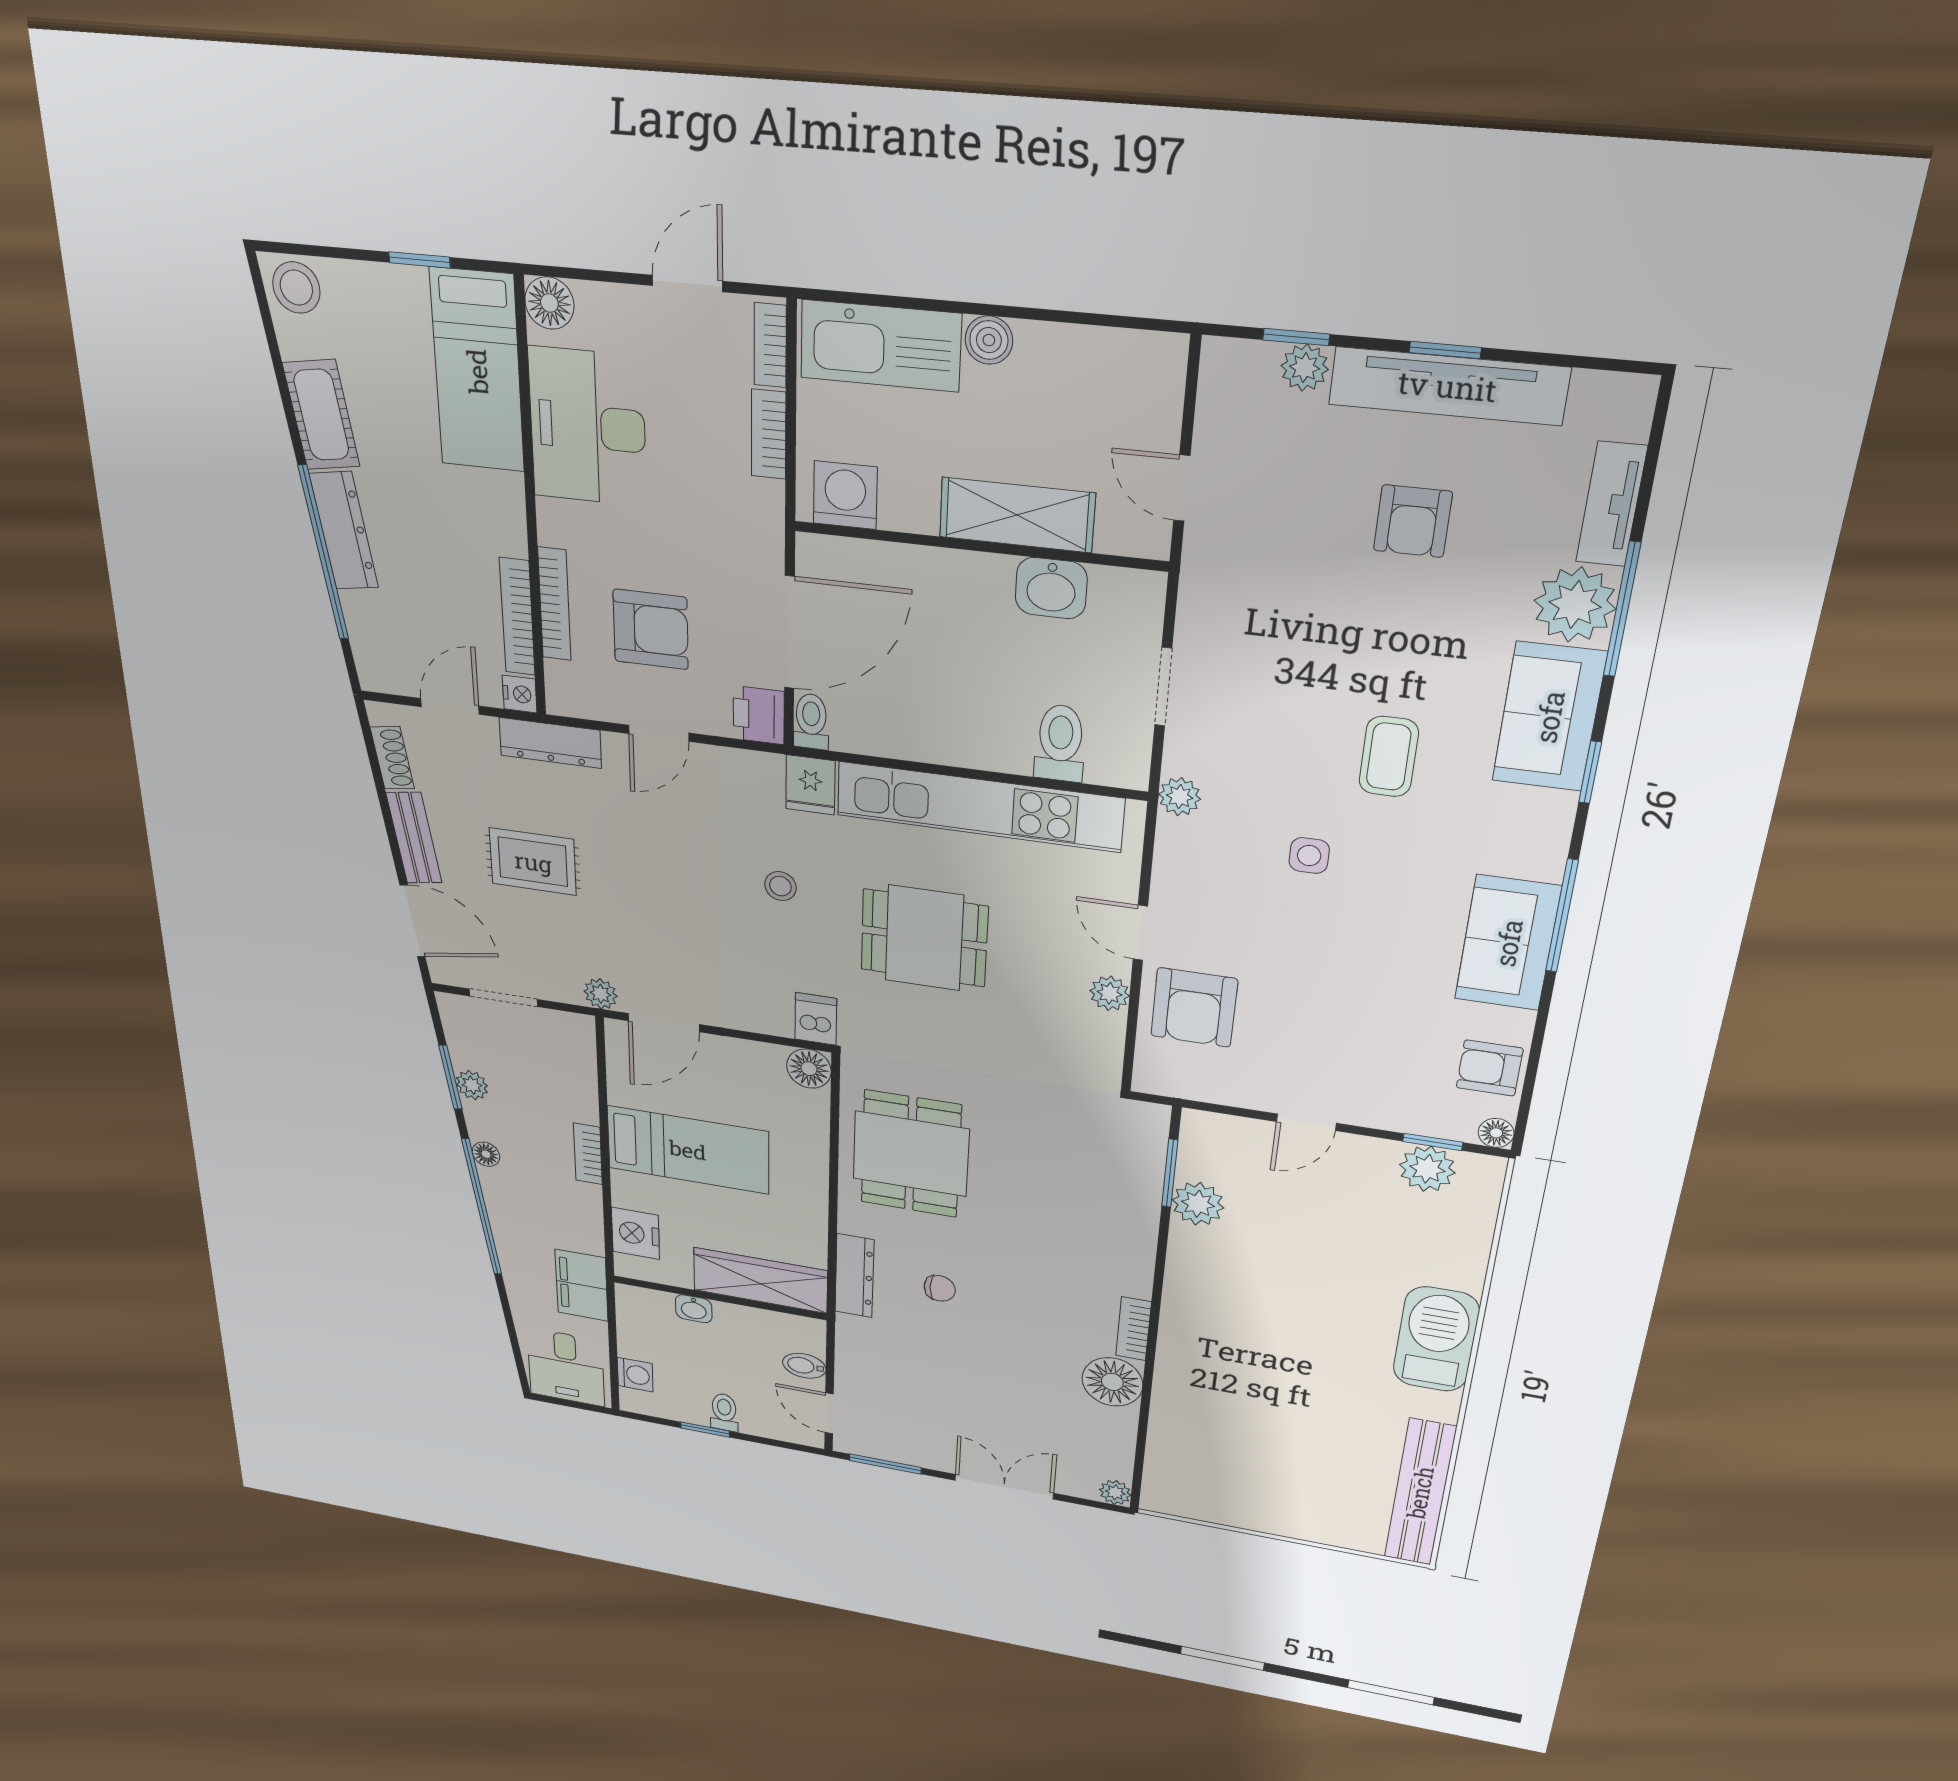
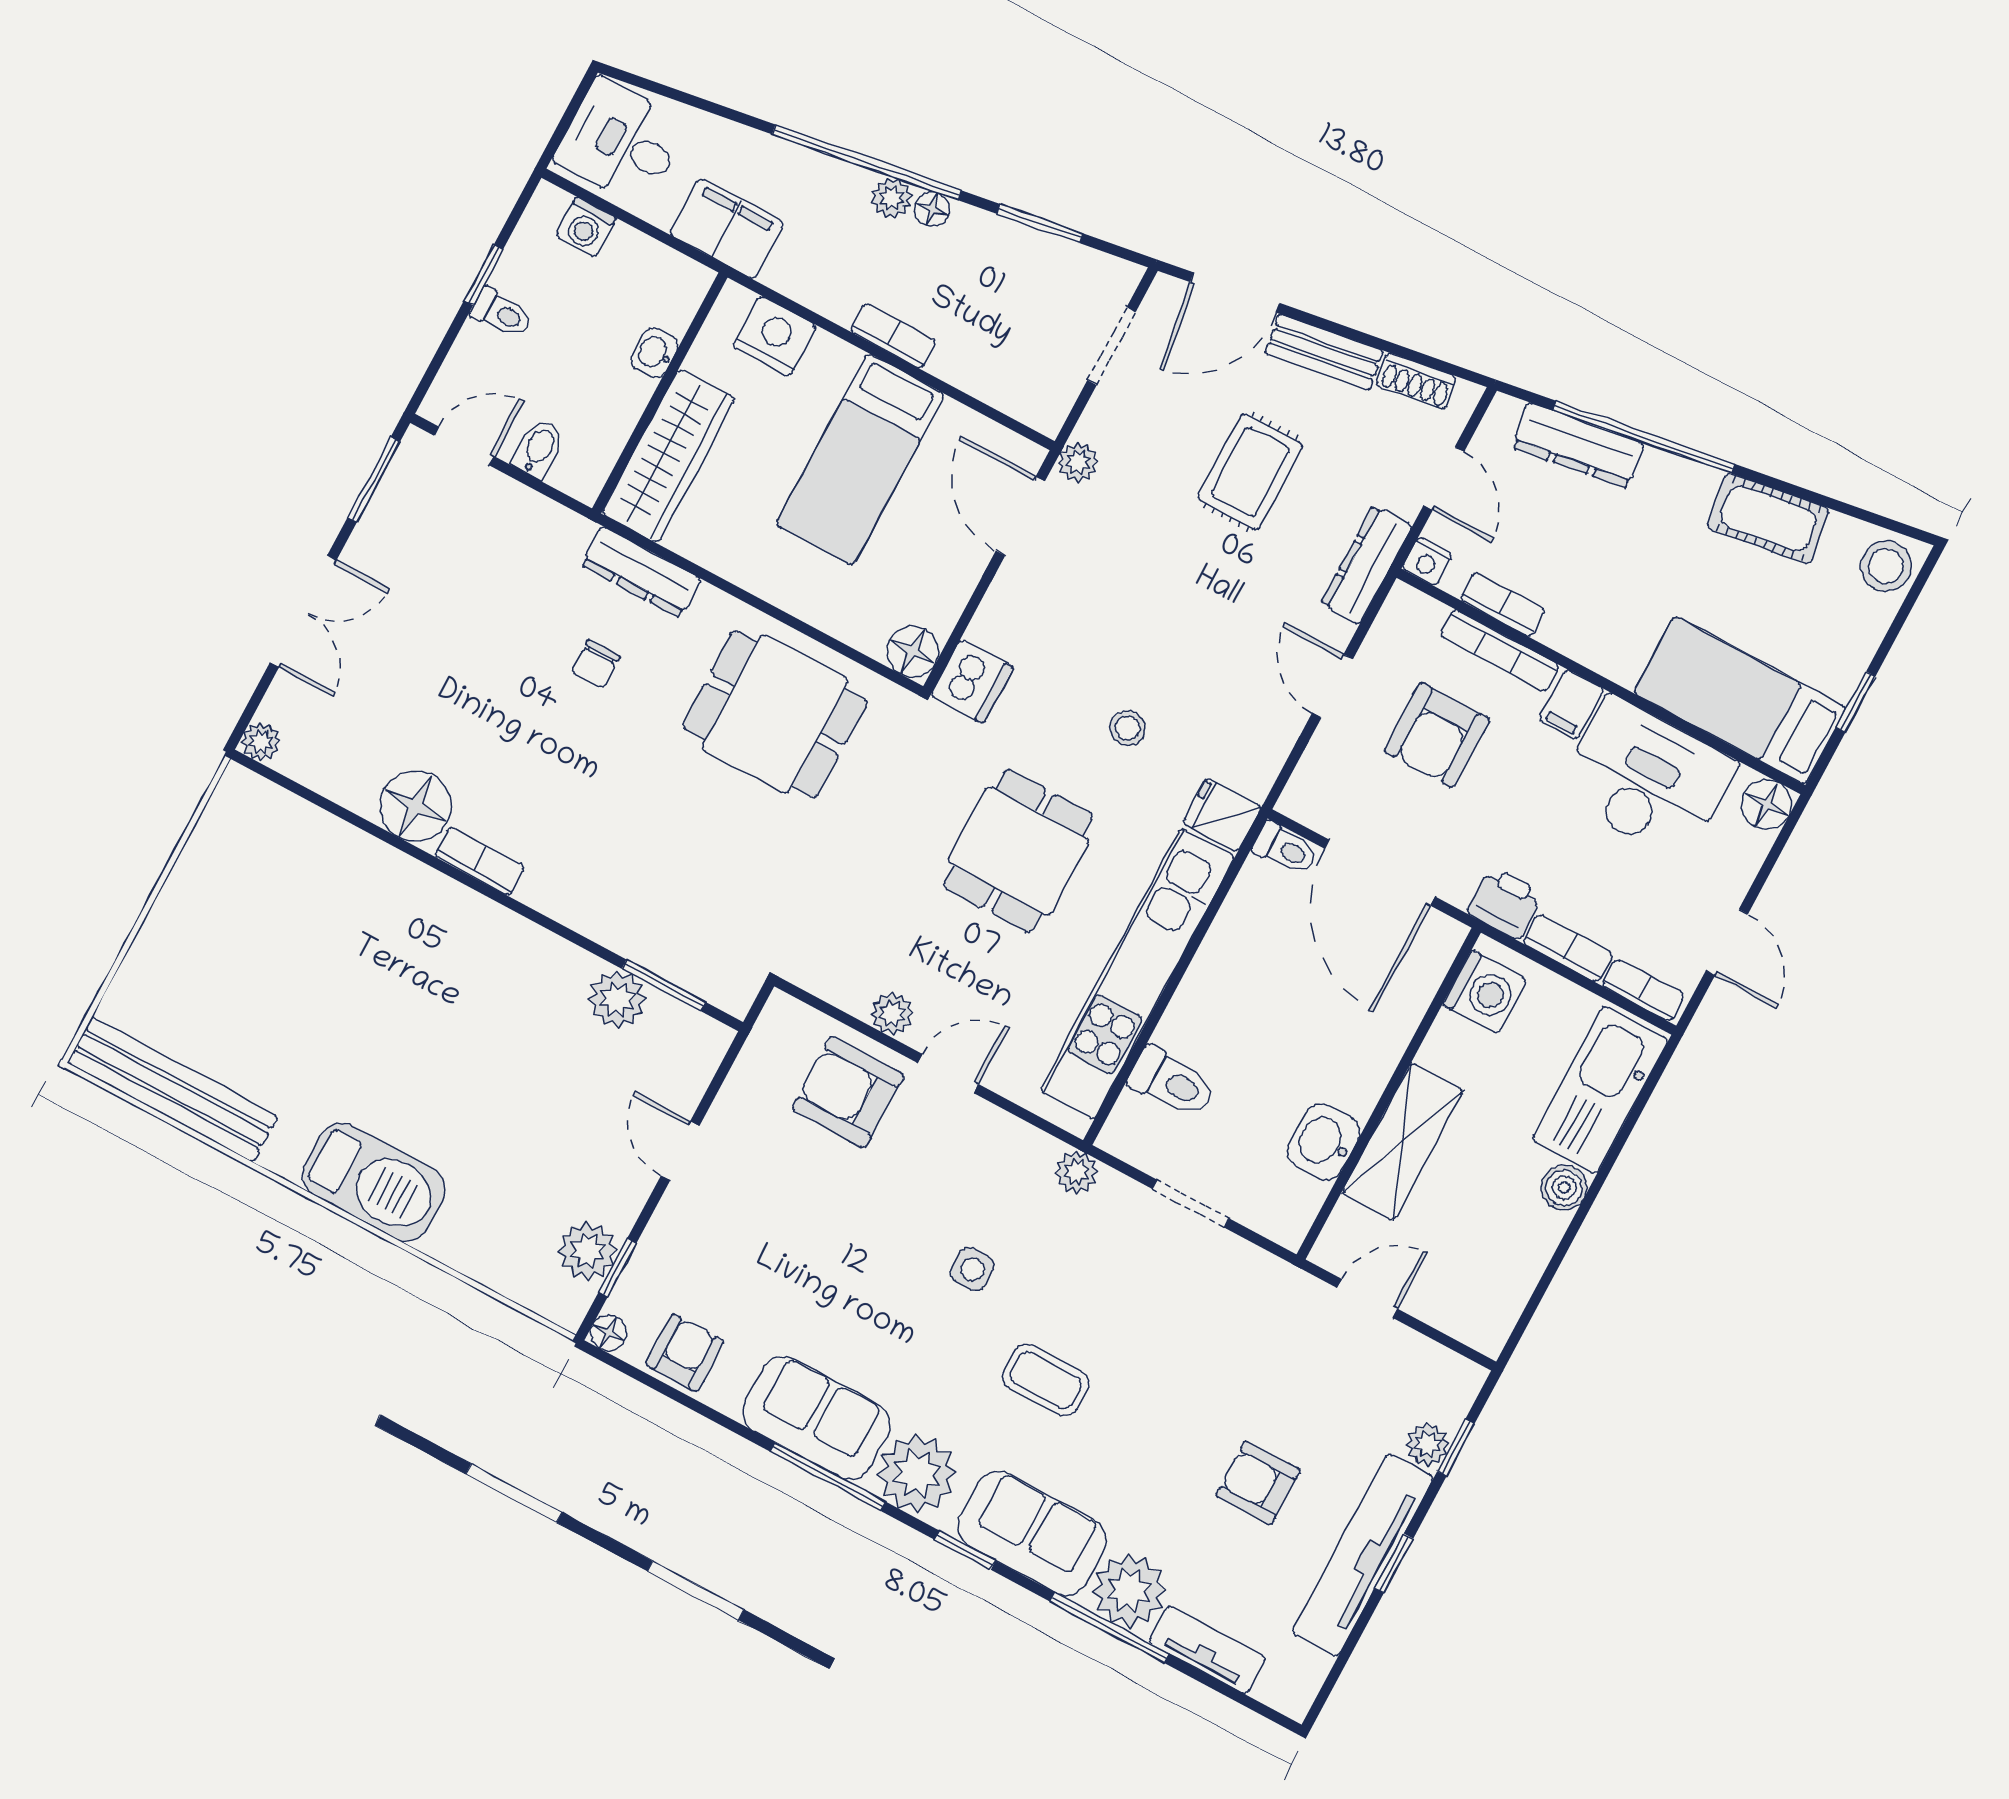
filing cabinet: (563, 523) -> (1571, 704), added
dresser: (344, 531) -> (1578, 445), moved
bookcase: (517, 617) -> (1503, 605), width x0.64
printer: (759, 715) -> (1505, 903), moved
plant: (1528, 840) -> (917, 1474), added
dishwasher: (816, 1019) -> (972, 681), width x1.38
plant: (472, 1085) -> (892, 198), moved

